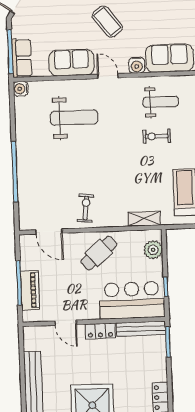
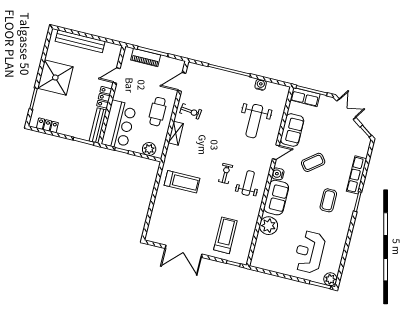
water cooler: (21, 89) -> (261, 85), moved
weight bench: (161, 102) -> (248, 183), turned 180
shelving: (144, 219) -> (176, 133), moved
cafe table: (99, 253) -> (158, 112), turned 40

